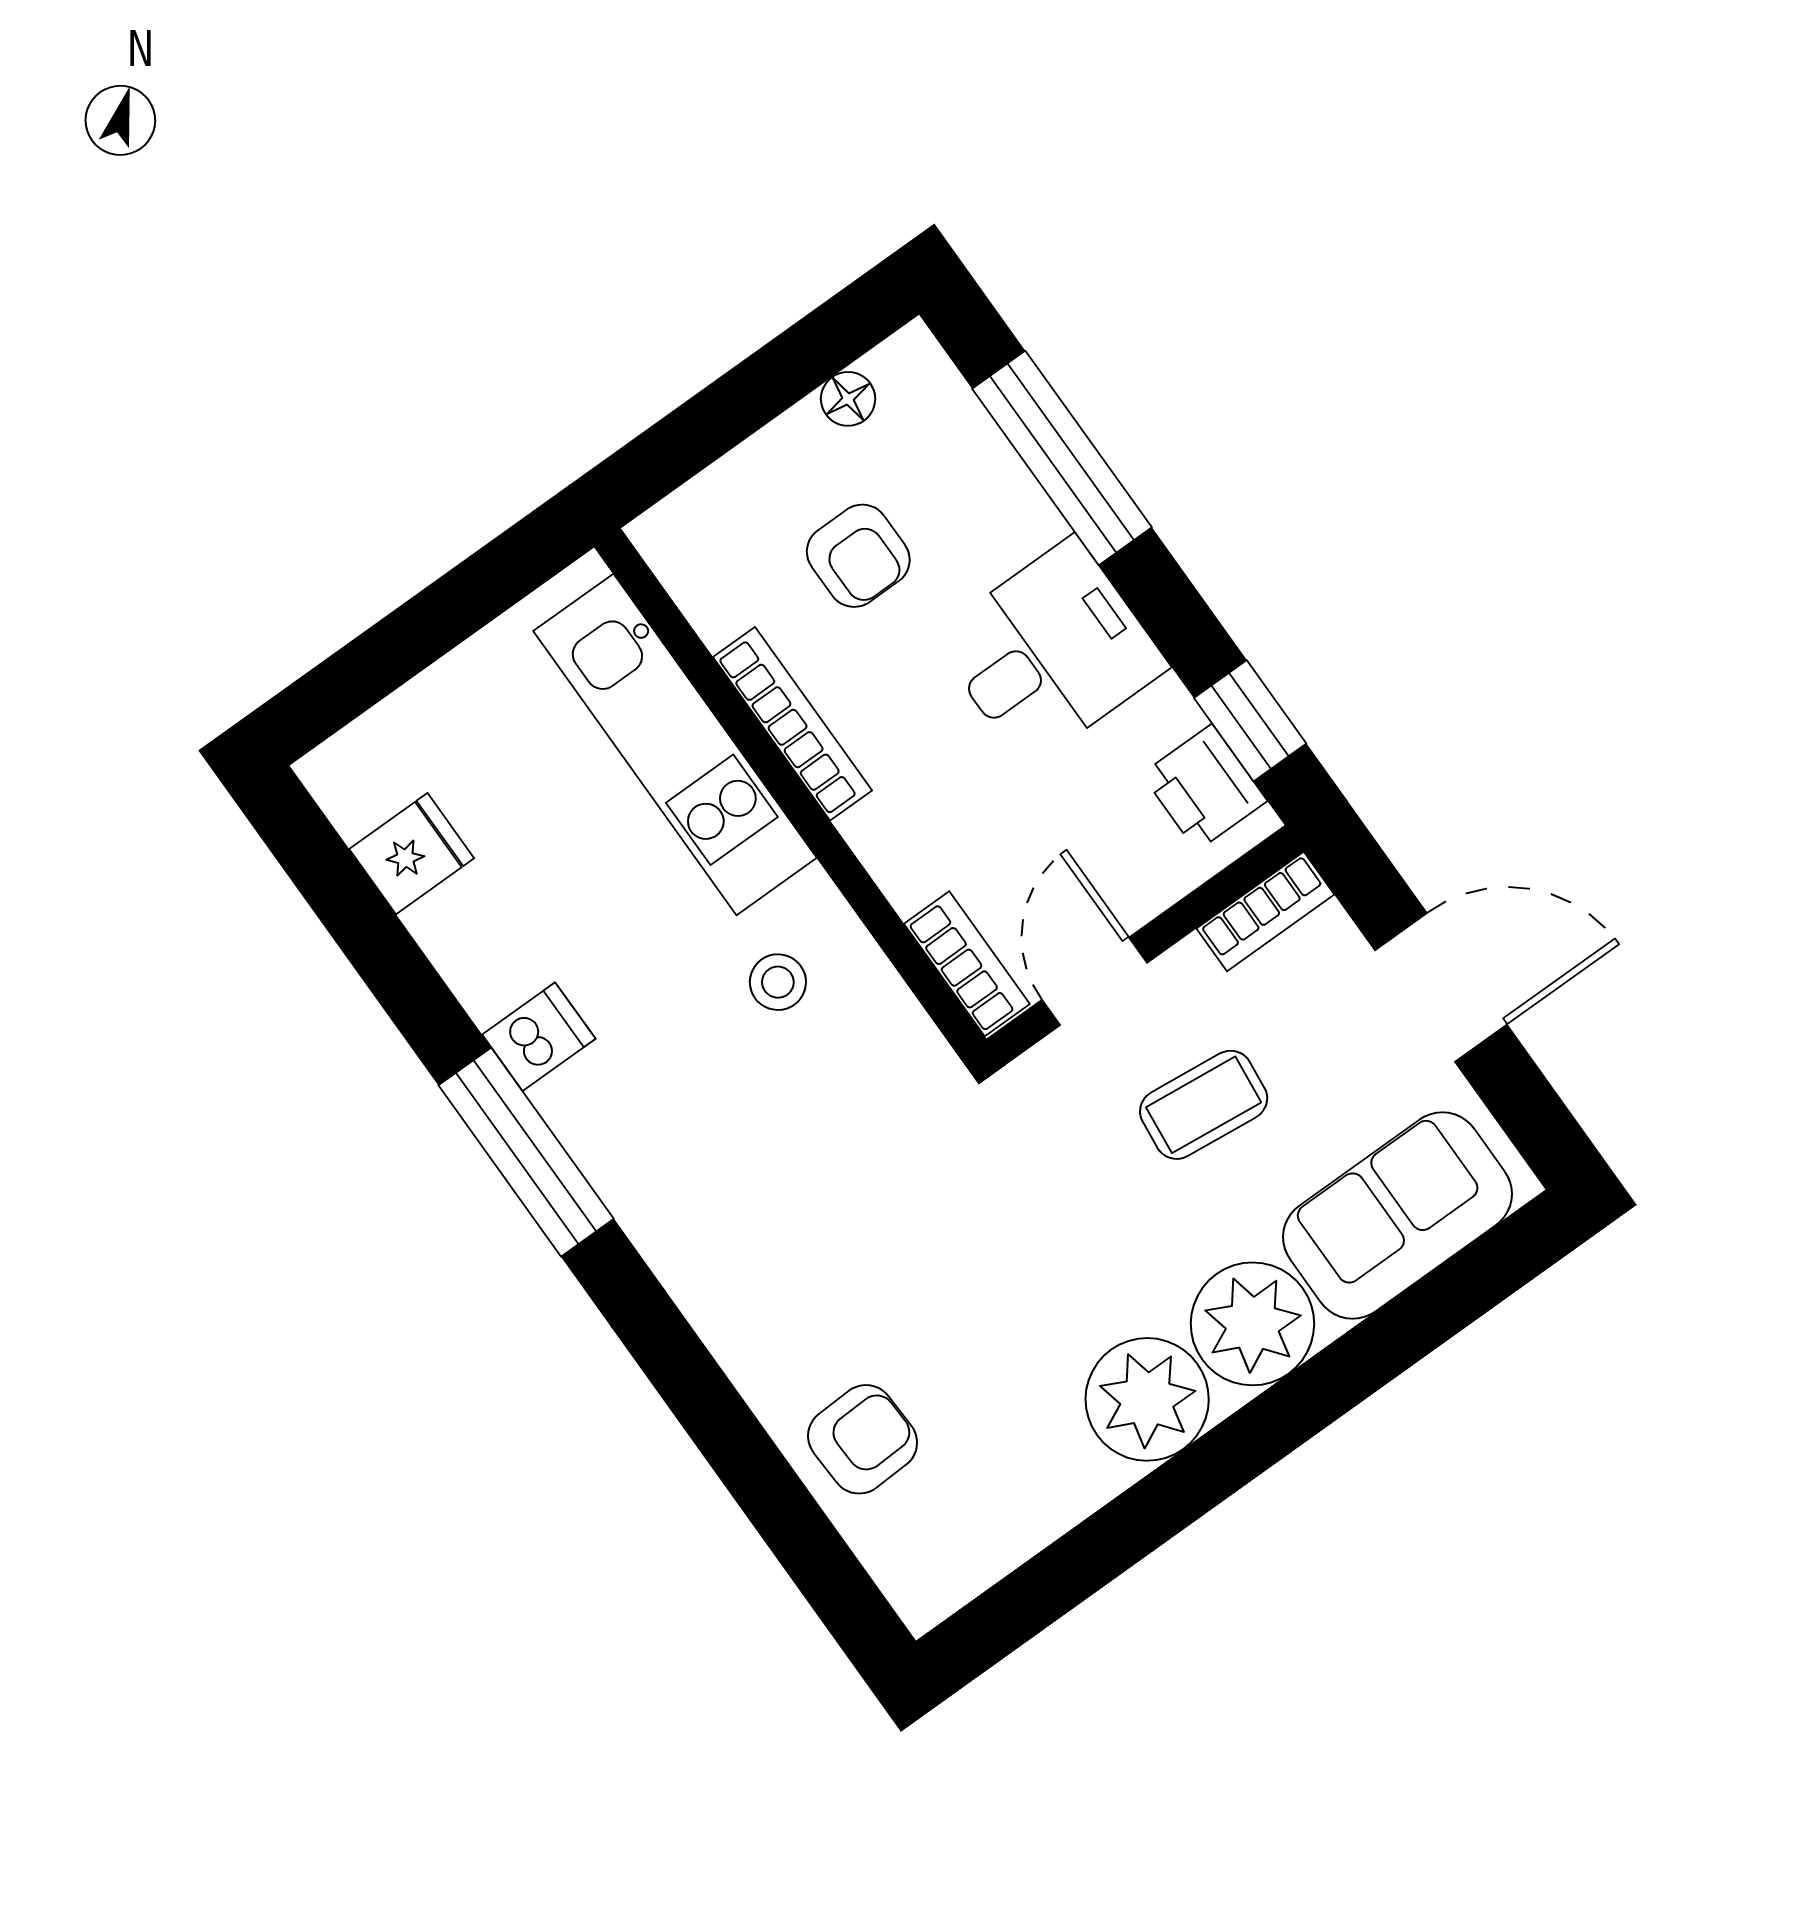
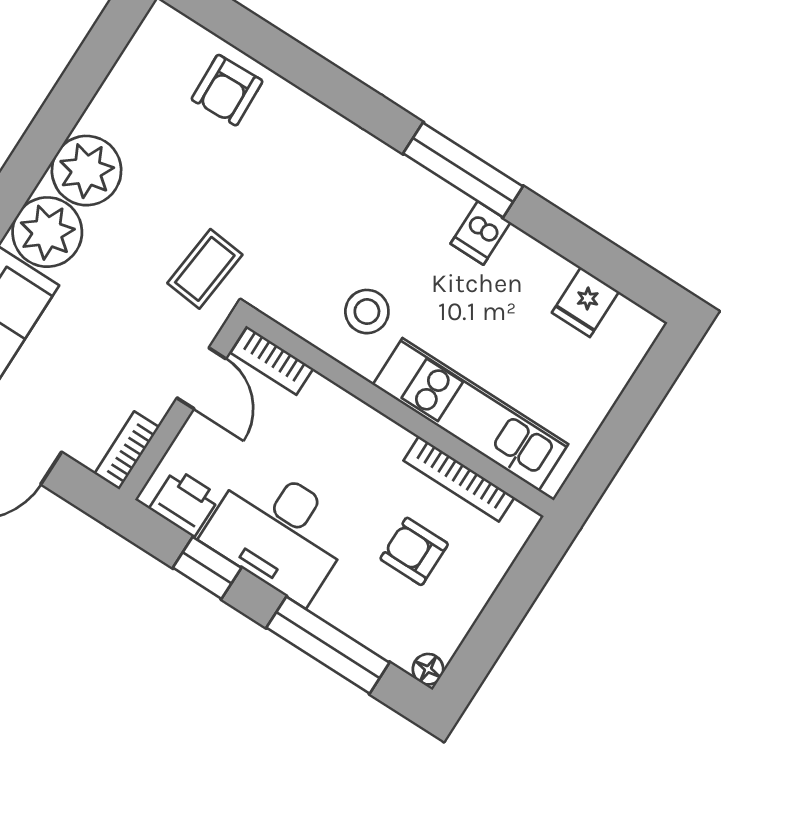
floor lamp: (848, 399) -> (428, 669), moved
desk: (1050, 652) -> (279, 532), width x1.37
window: (1250, 721) -> (207, 568), moved
bookcase: (793, 724) -> (459, 479), moved
stool: (778, 982) -> (367, 312), width x1.37, depth x1.37
coffee table: (1204, 1105) -> (205, 269), moved

